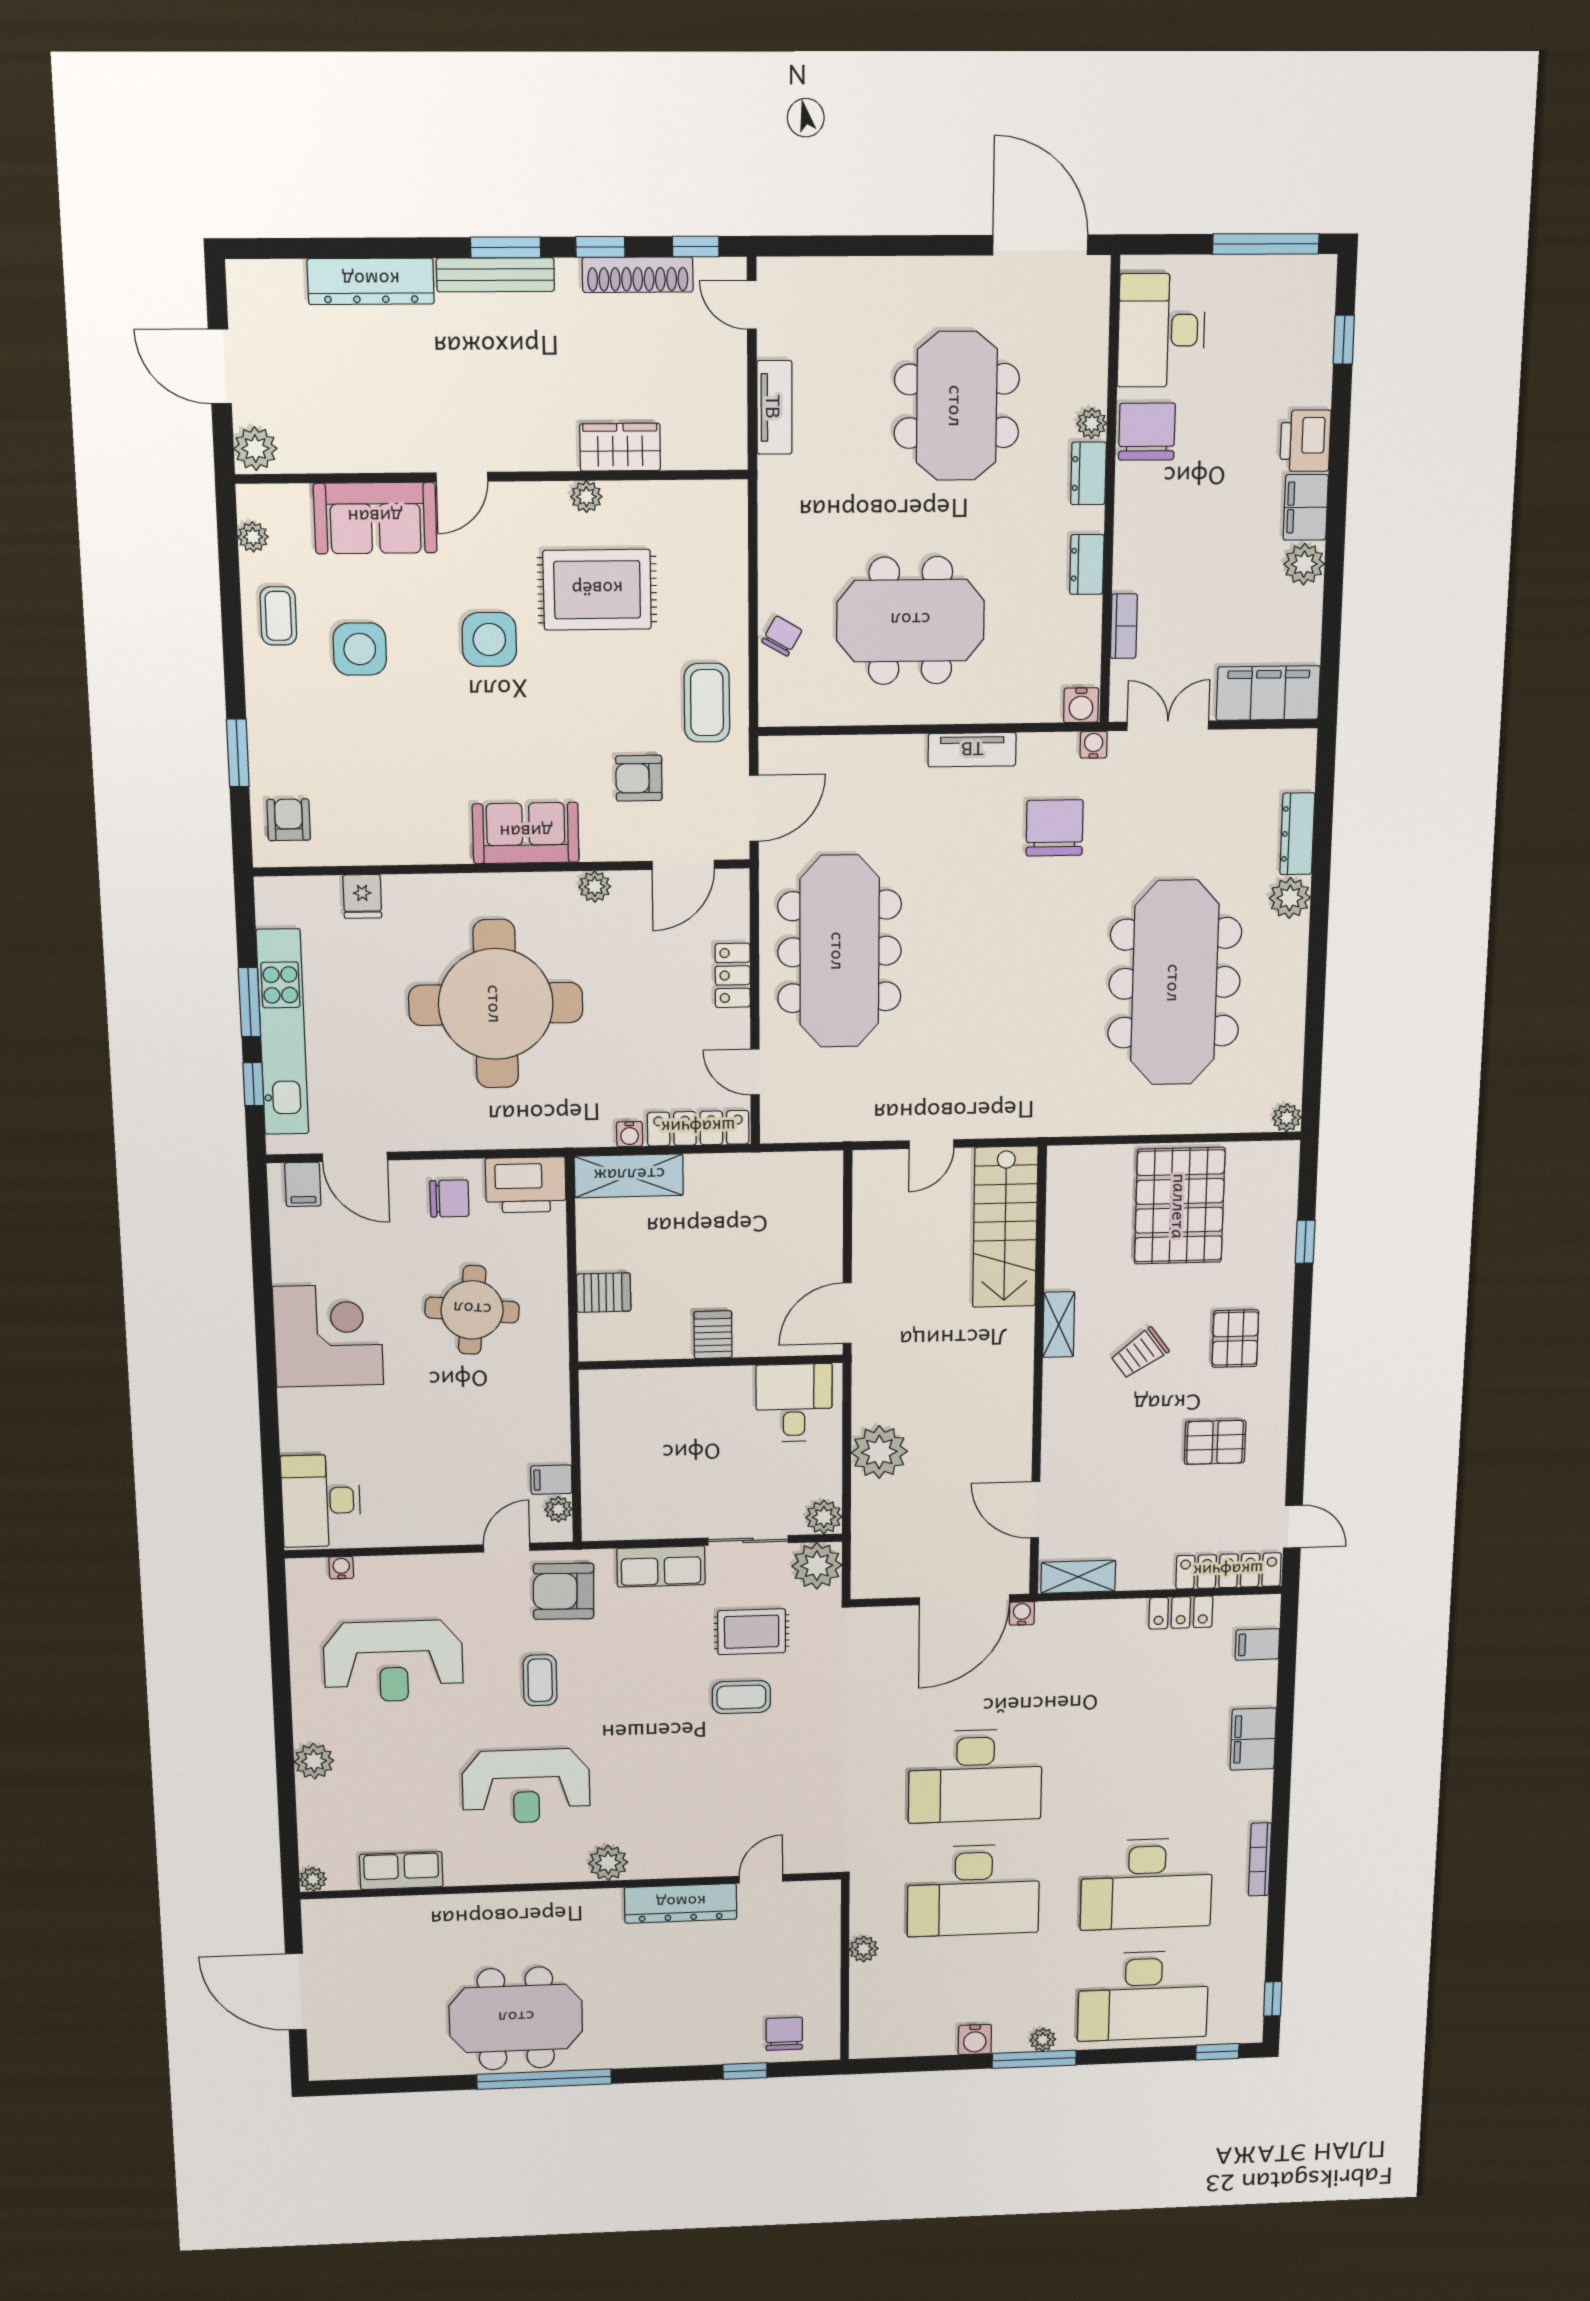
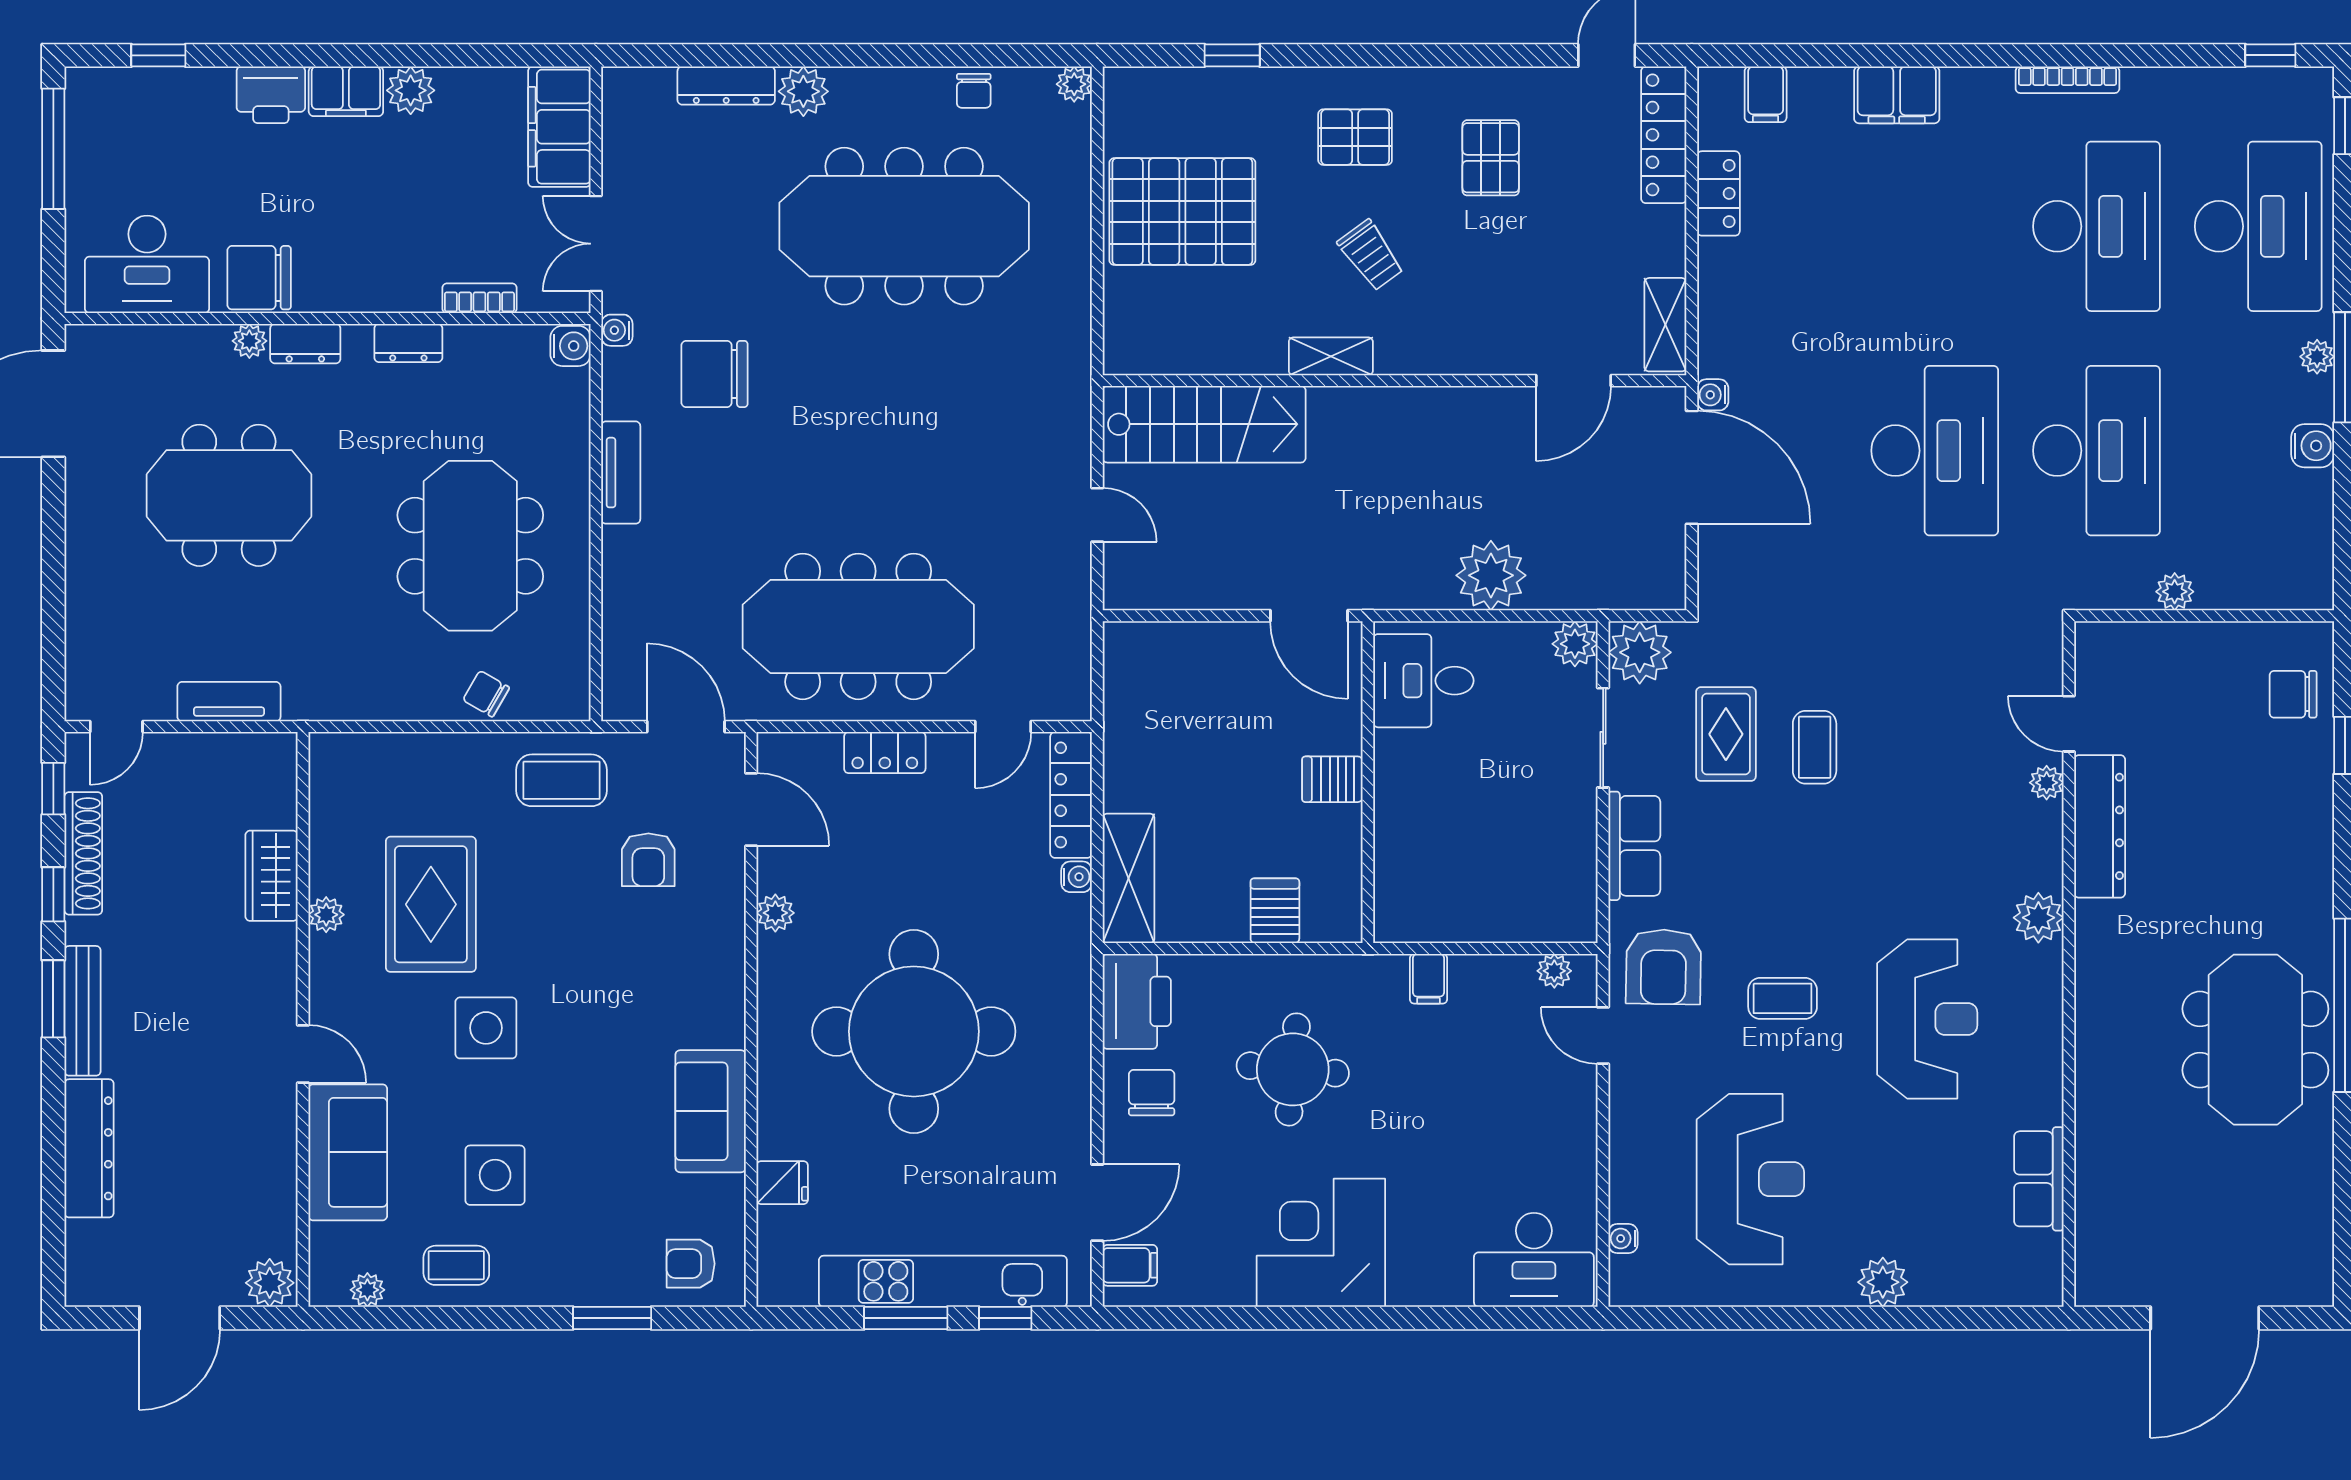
sofa: (526, 833) -> (711, 1111), moved
chair: (1285, 1037) -> (974, 91), added
filing cabinet: (551, 1480) -> (1428, 979), moved
plant: (313, 1879) -> (2047, 783), moved

